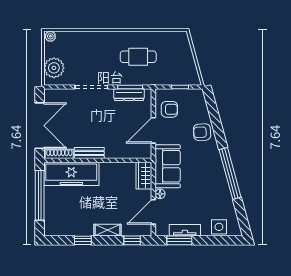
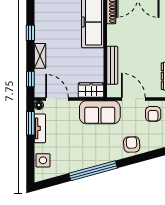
bench: (89, 153) -> (112, 65), moved, width x1.36
floor lamp: (160, 194) -> (39, 105), moved

